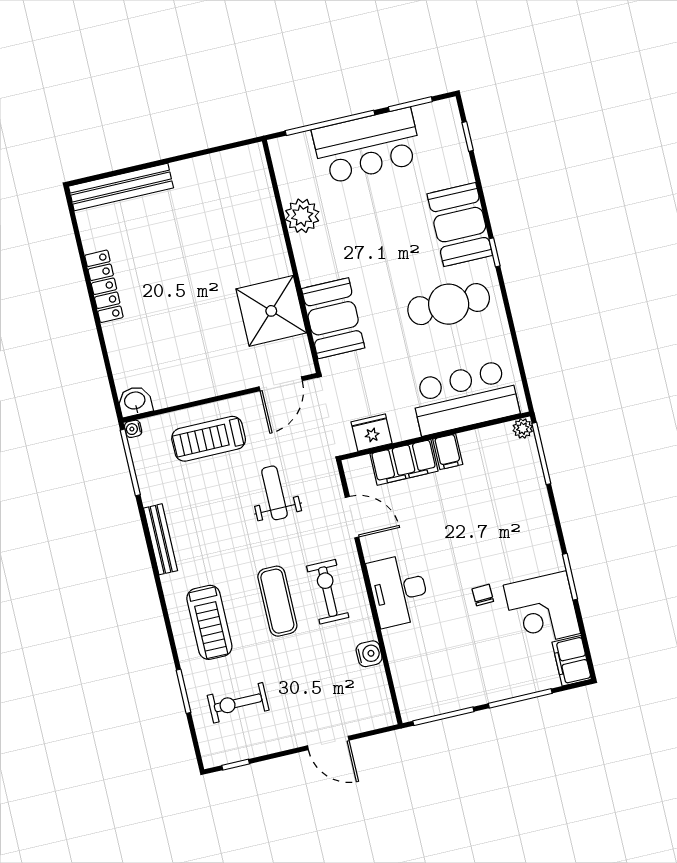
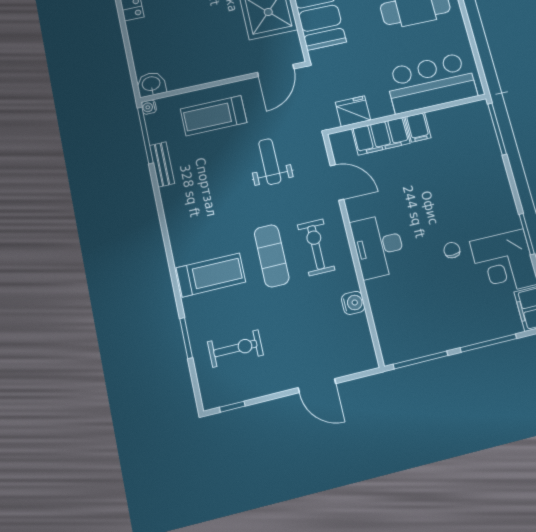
plant: (523, 428) -> (480, 108), removed
bench: (161, 539) -> (162, 164), moved, width x0.73
treadmill: (209, 622) -> (211, 275), turned -90
exercise bike: (238, 703) -> (235, 348), turned 180

